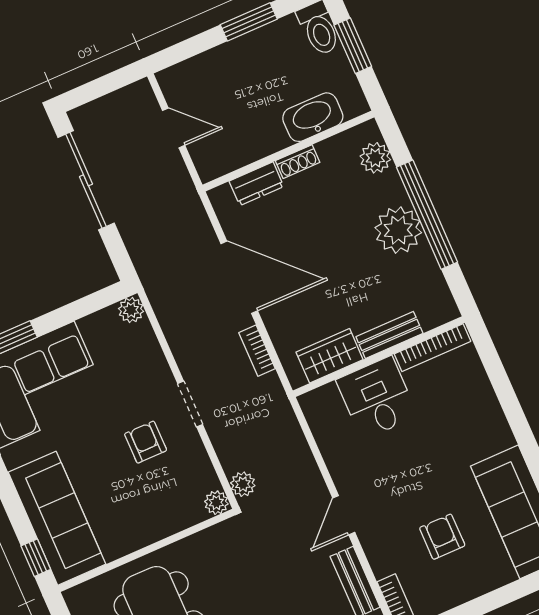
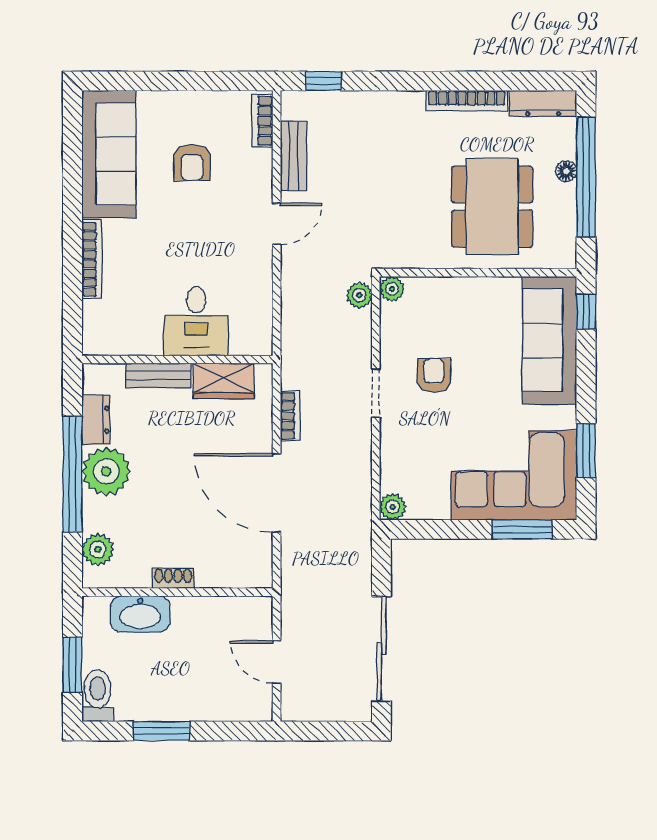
dresser: (256, 184) -> (96, 420), moved, turned 90
bookcase: (432, 348) -> (92, 259), moved, turned 90
armchair: (146, 442) -> (434, 376), turned 180

